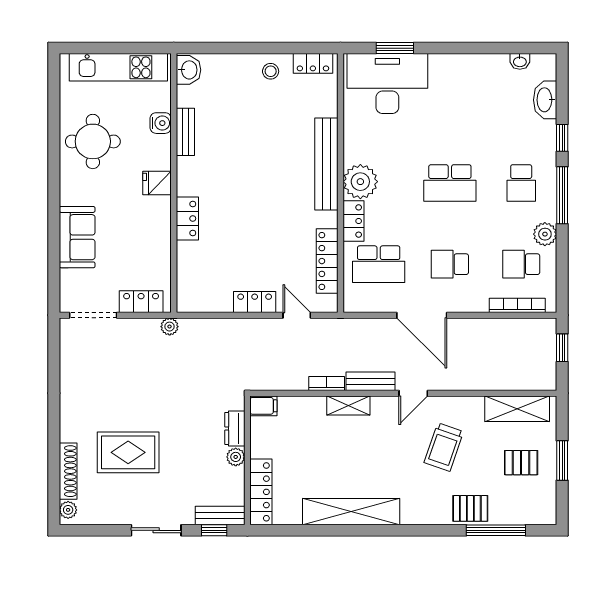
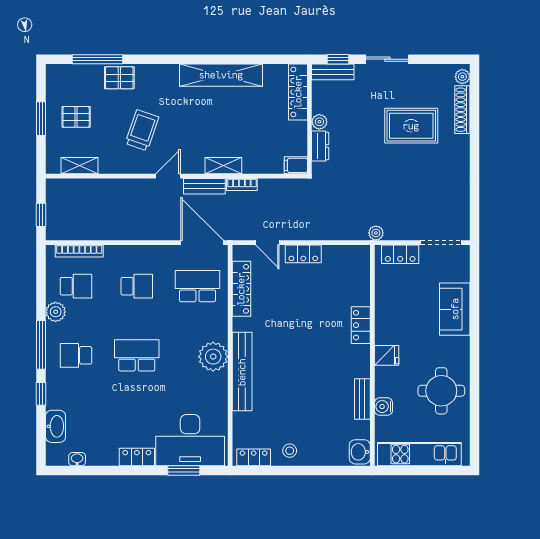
school desk: (521, 183) -> (76, 355), turned -90
locker: (353, 221) -> (137, 457), moved, turned 90
door: (422, 315) -> (202, 243), moved
shelving: (517, 409) -> (79, 166), width x0.67, depth x0.75

